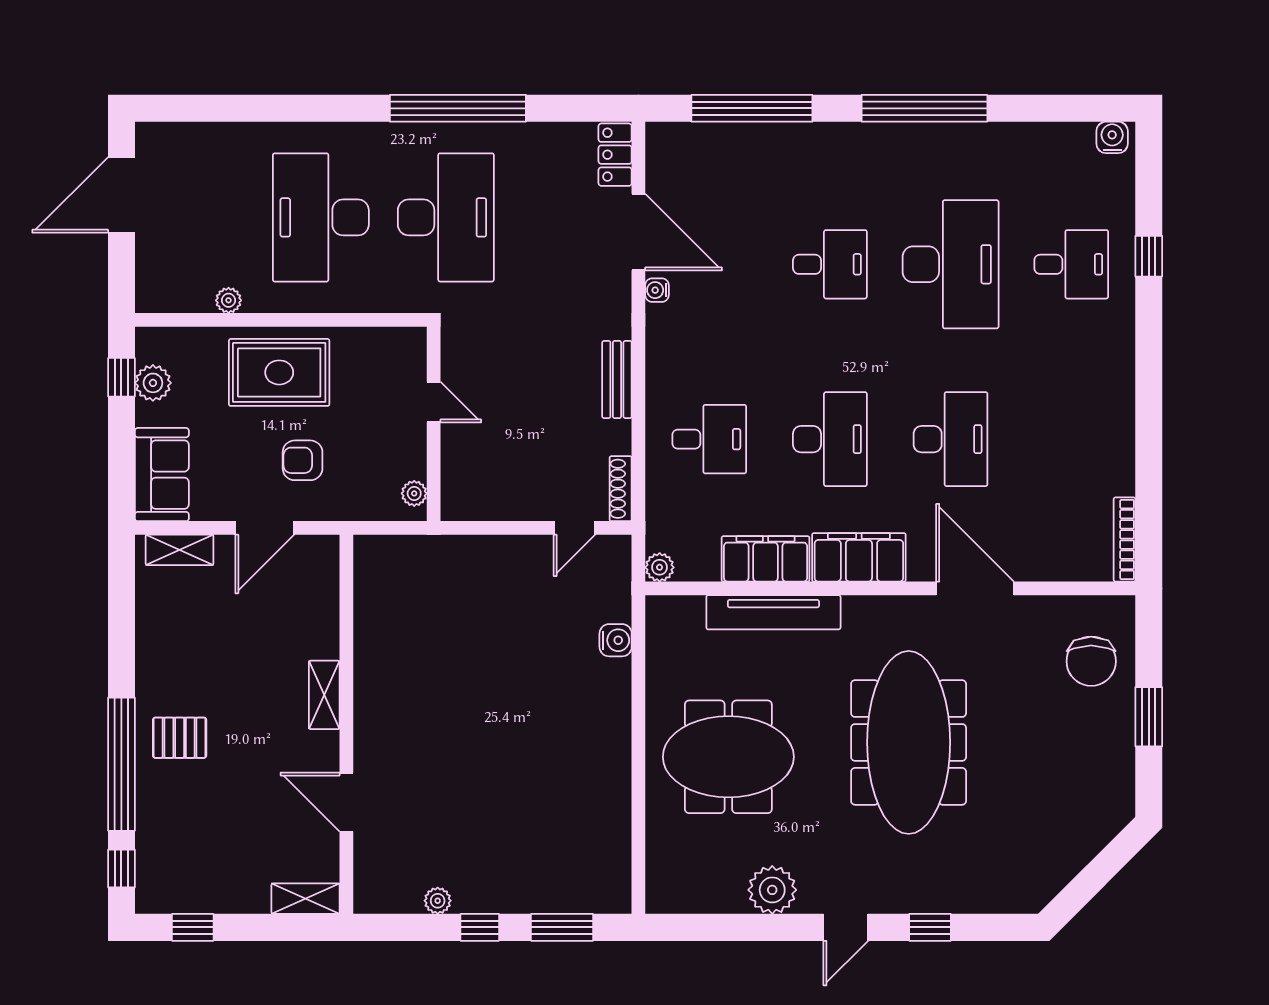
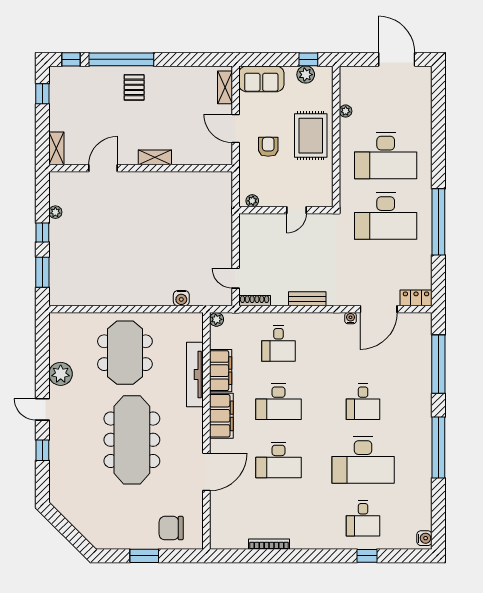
desk: (321, 217) -> (386, 156), turned 180
bookcase: (1124, 539) -> (269, 544), moved
meeting table: (909, 742) -> (132, 440), turned 90

